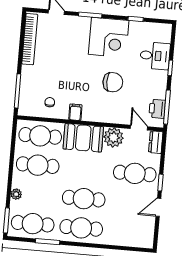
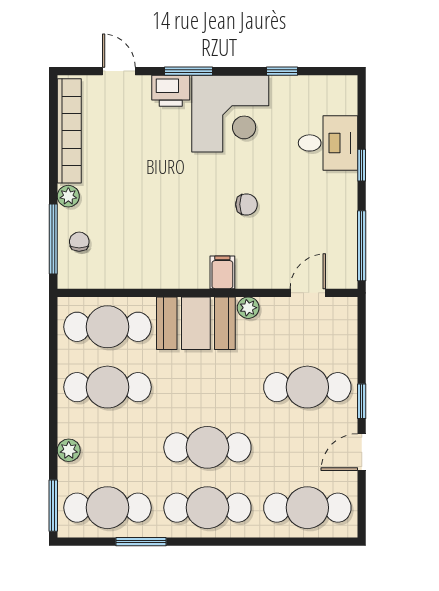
plant: (27, 71) -> (68, 196), added
chair: (113, 82) -> (246, 204), width x0.54, depth x0.54
chair: (50, 102) -> (79, 242), moved
printer: (157, 109) -> (171, 91), moved, turned -90
filing cabinet: (75, 112) -> (222, 272), moved
door: (139, 128) -> (308, 293), hinge flipped
plant: (114, 137) -> (248, 308), width x0.53, depth x0.53
dresser: (156, 142) -> (345, 320), removed
cafe table: (130, 232) -> (307, 508), added

